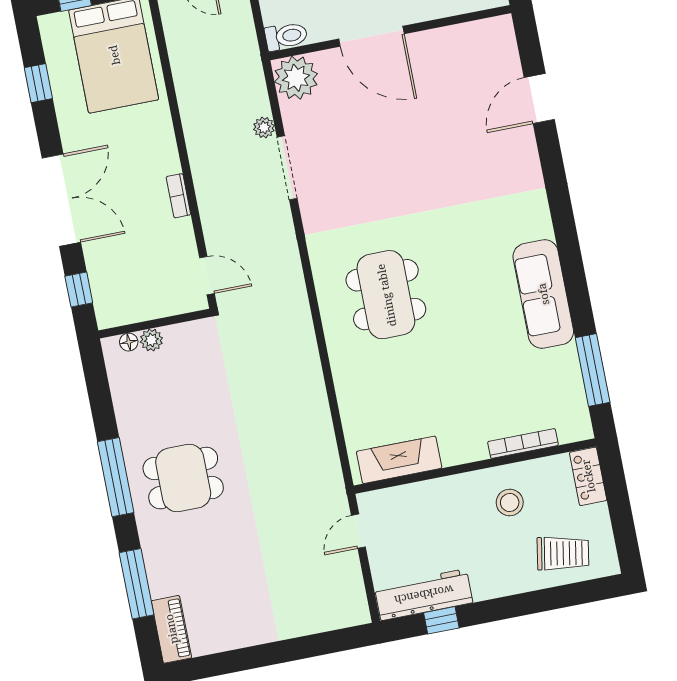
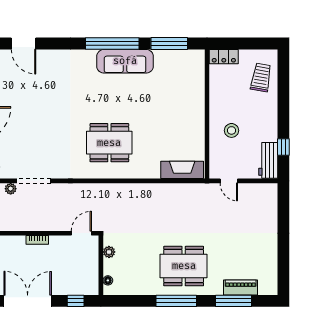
window: (572, 264) -> (112, 43), added
plant: (151, 340) -> (109, 252), moved
bookcase: (523, 443) -> (200, 87), removed
fireplace: (399, 460) -> (182, 170), moved, turned 90
dining table: (183, 478) -> (184, 266), width x1.38
stool: (510, 503) -> (231, 130), moved
workbench: (424, 595) -> (268, 160), width x0.73
piano: (171, 629) -> (241, 287), moved

